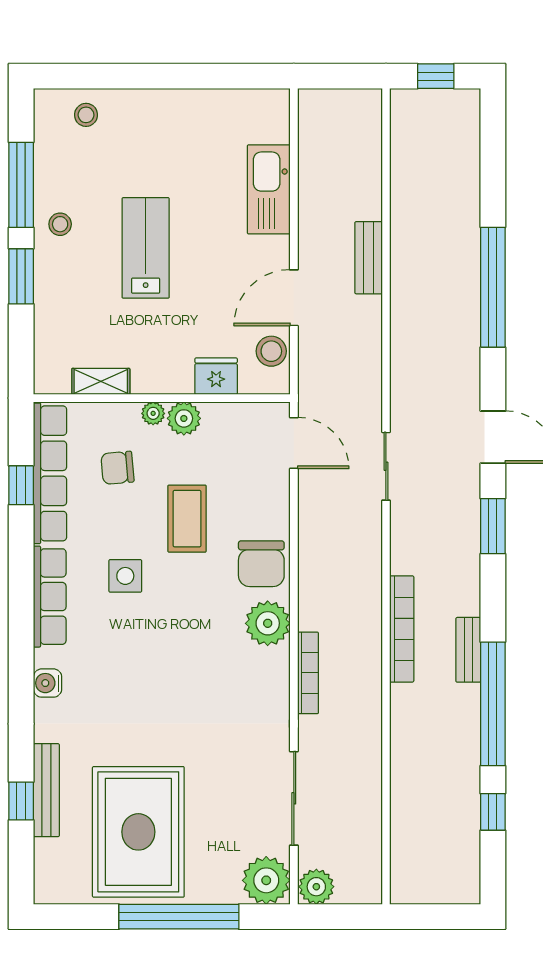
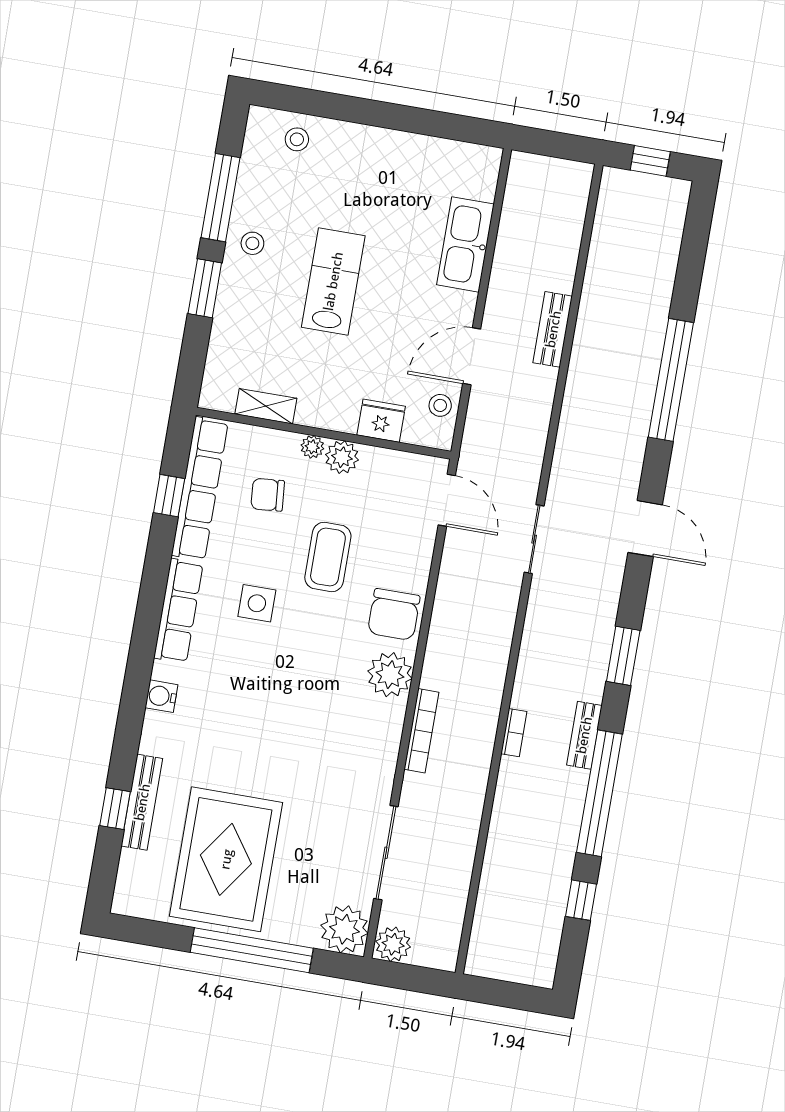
stool: (271, 351) -> (440, 405), width x0.73, depth x0.73
window: (493, 526) -> (623, 656), moved
bookcase: (402, 629) -> (514, 733), width x0.43, depth x0.76

